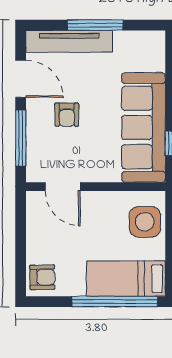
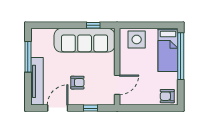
window: (95, 25) -> (28, 57), moved
window: (21, 138) -> (90, 108), width x0.46
armchair: (42, 277) -> (167, 96), turned -89

